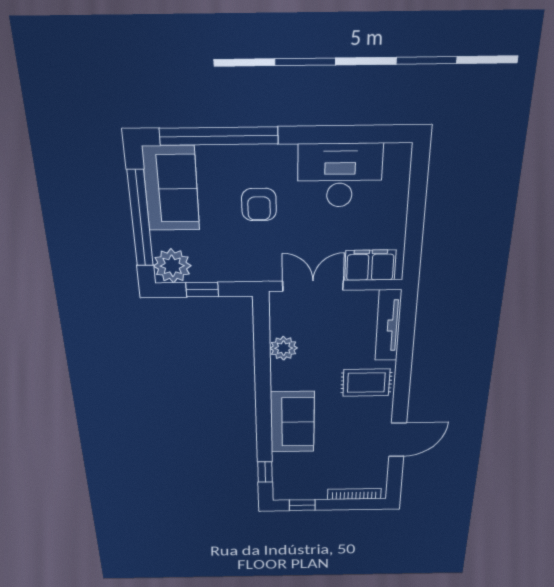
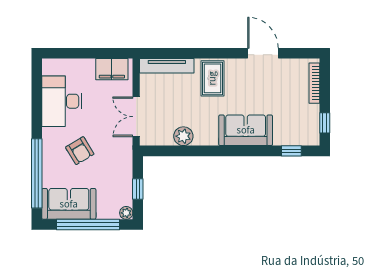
armchair: (259, 205) -> (80, 151), turned 59
filing cabinet: (370, 265) -> (112, 69), moved, turned -90
plant: (172, 266) -> (126, 213), width x0.53, depth x0.53

